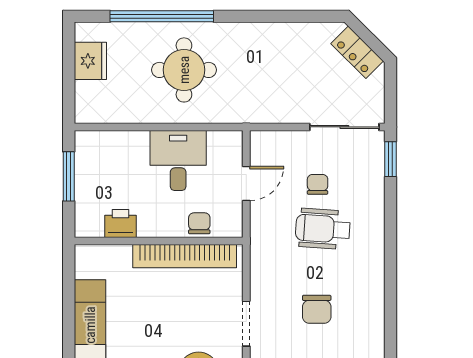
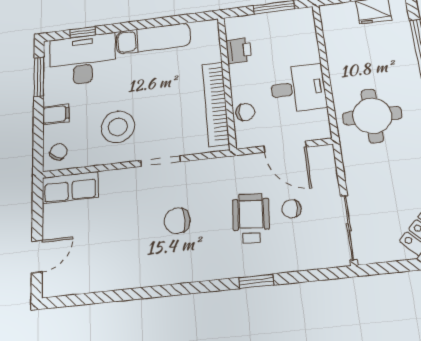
round table: (184, 70) -> (372, 116), moved
window: (390, 159) -> (256, 281), moved
door: (246, 183) -> (285, 147), width x1.38
chair: (318, 184) -> (292, 209), turned 180

